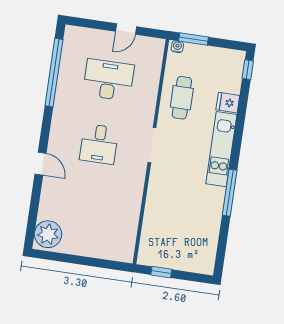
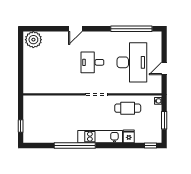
door: (126, 29) -> (164, 68), hinge flipped
window: (193, 39) -> (164, 120), moved
desk: (108, 80) -> (132, 62), width x1.36, depth x1.30
window: (230, 193) -> (75, 145), width x1.46
window: (161, 272) -> (21, 126), moved

